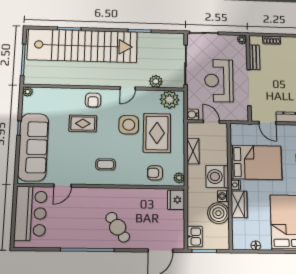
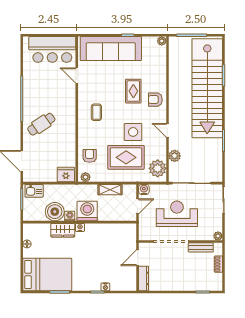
bed: (256, 162) -> (101, 246), removed

